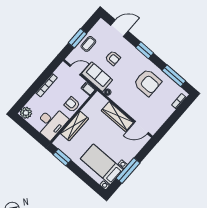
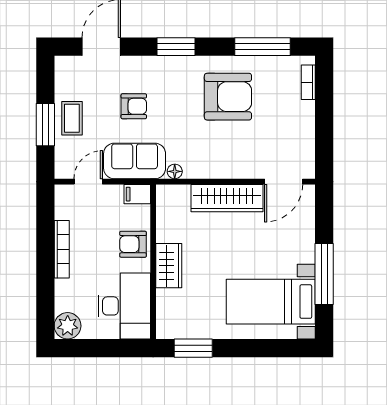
wardrobe: (75, 126) -> (169, 266), width x0.67

